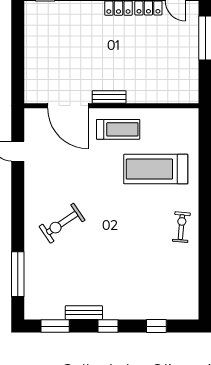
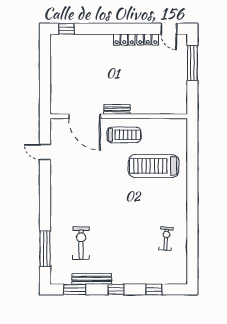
exercise bike: (62, 223) -> (81, 243), moved, turned 124
exercise bike: (181, 227) -> (166, 239), moved
bench: (84, 313) -> (92, 279), width x1.36

